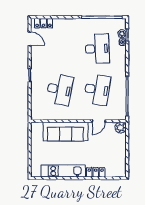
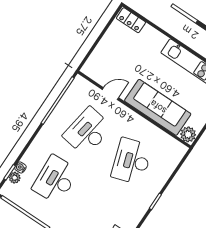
desk: (60, 90) -> (132, 161), turned -30
plant: (121, 128) -> (188, 134), moved
locker: (96, 172) -> (131, 20), moved

